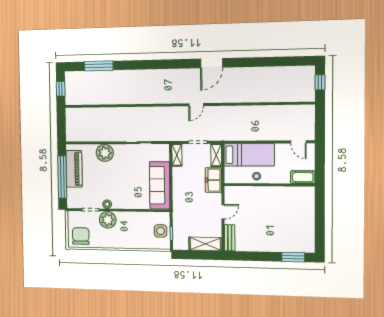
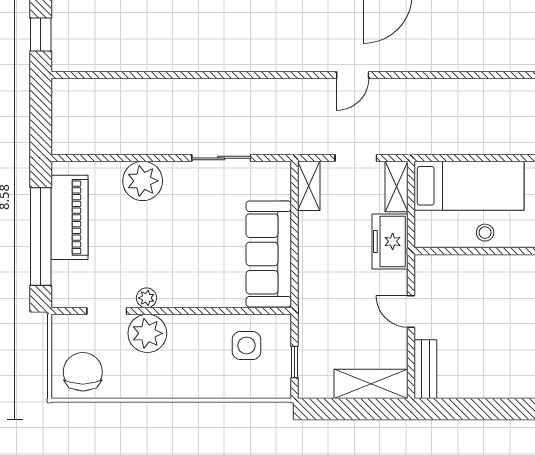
door: (223, 212) -> (411, 312), swing flipped
side table: (161, 231) -> (247, 346), moved

